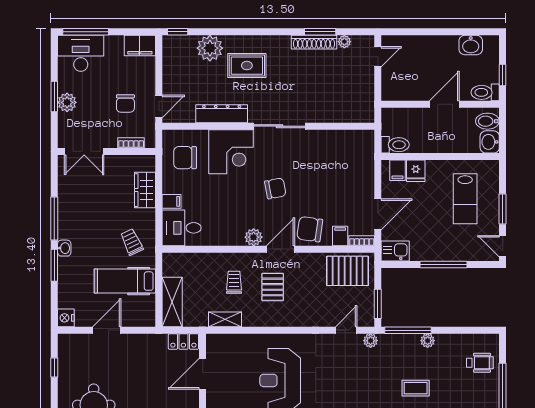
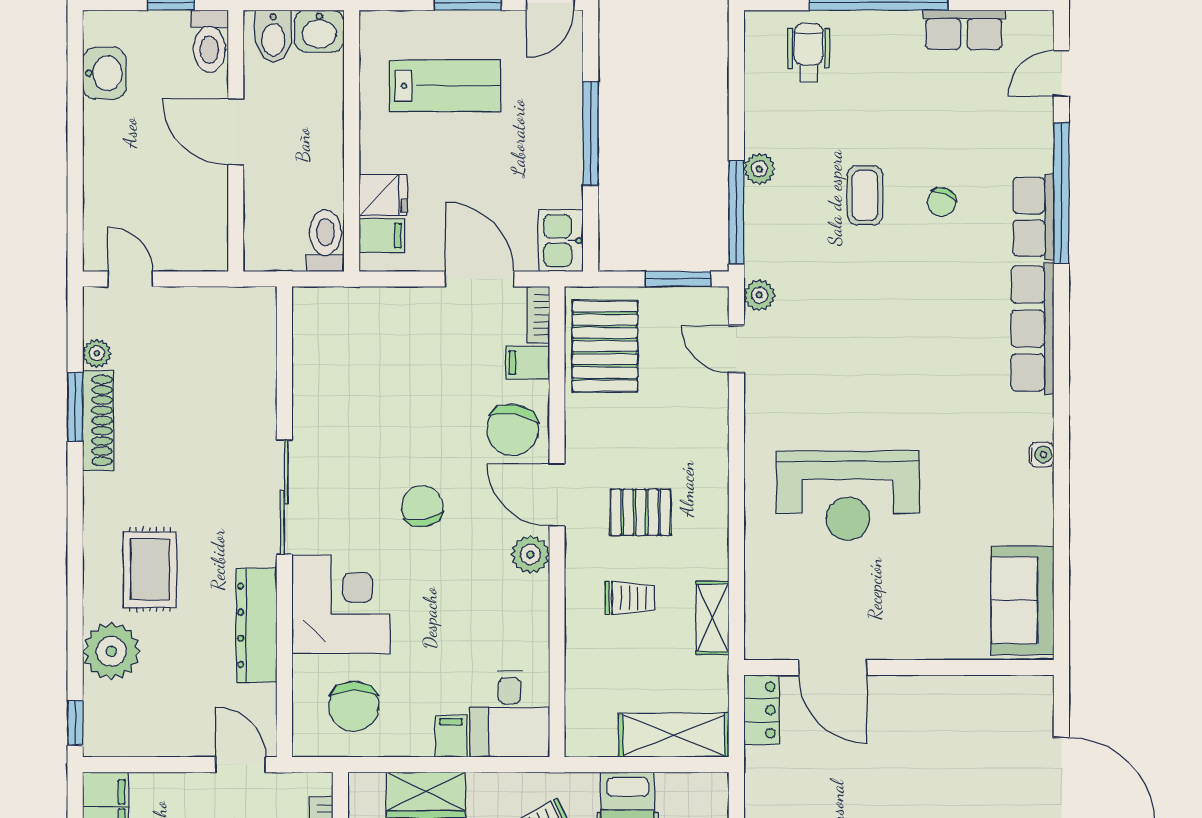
trolley: (234, 282) -> (630, 598), turned 180

